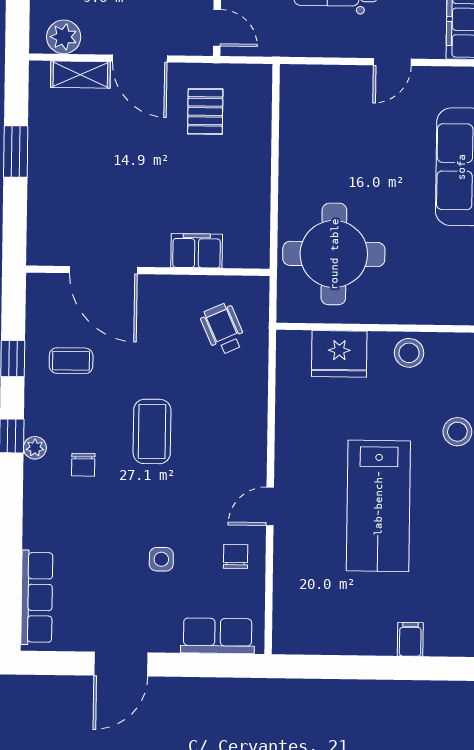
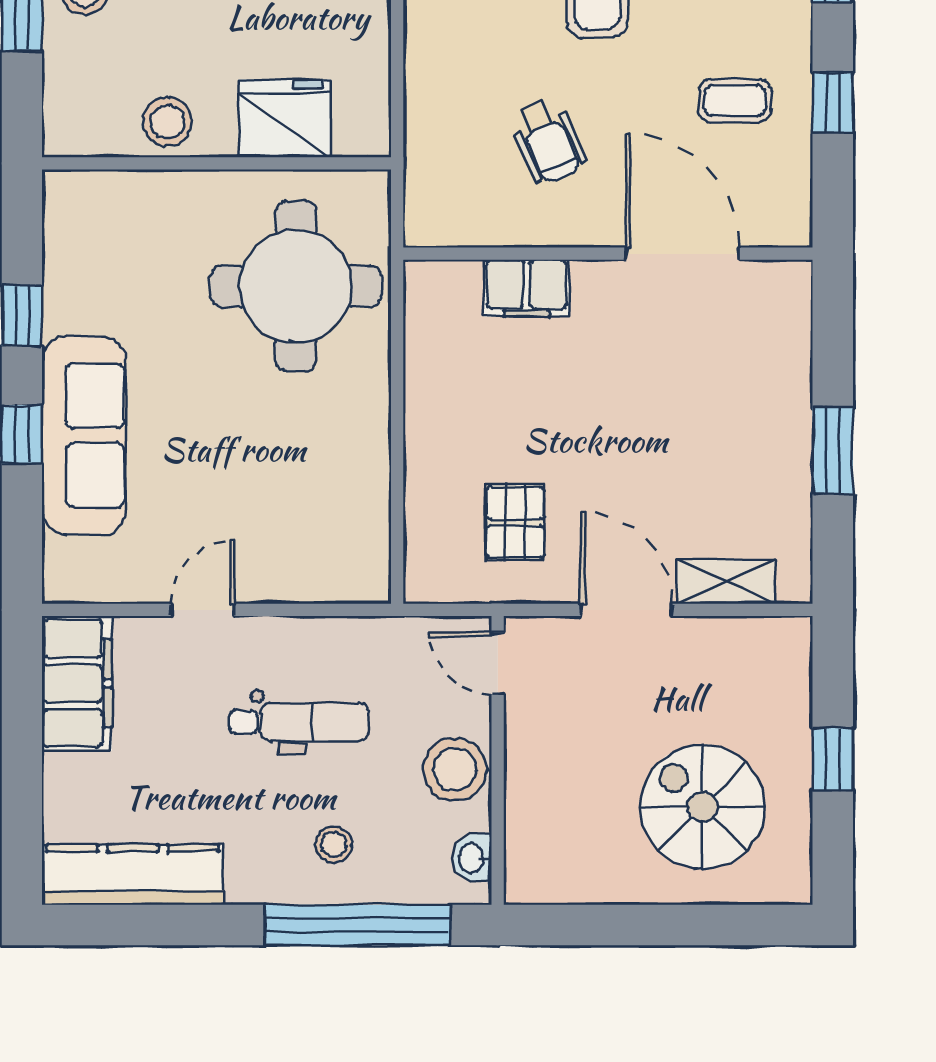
plant: (64, 37) -> (755, 644), removed
wheelchair: (223, 329) -> (548, 141), moved

